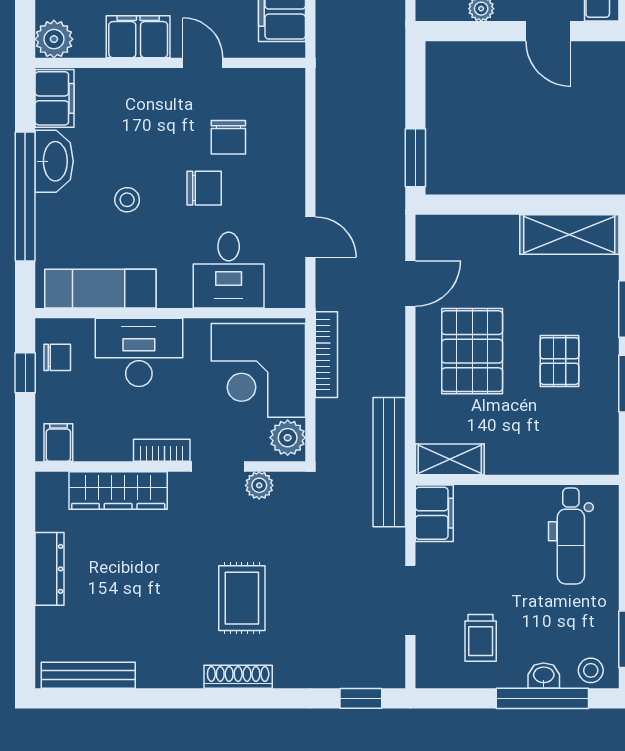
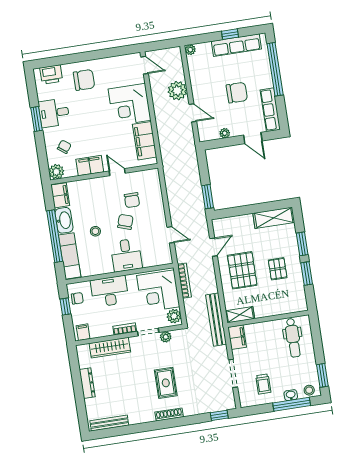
chair: (204, 188) -> (125, 222), turned -72
desk: (229, 270) -> (126, 255), moved
exam couch: (100, 289) -> (70, 256), moved, turned 90

